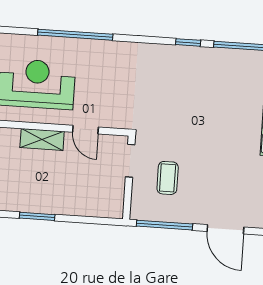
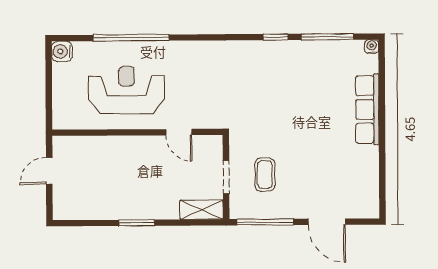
window: (75, 35) -> (131, 38), moved
shelving: (42, 139) -> (202, 210), moved
doorway: (130, 161) -> (226, 177), moved

